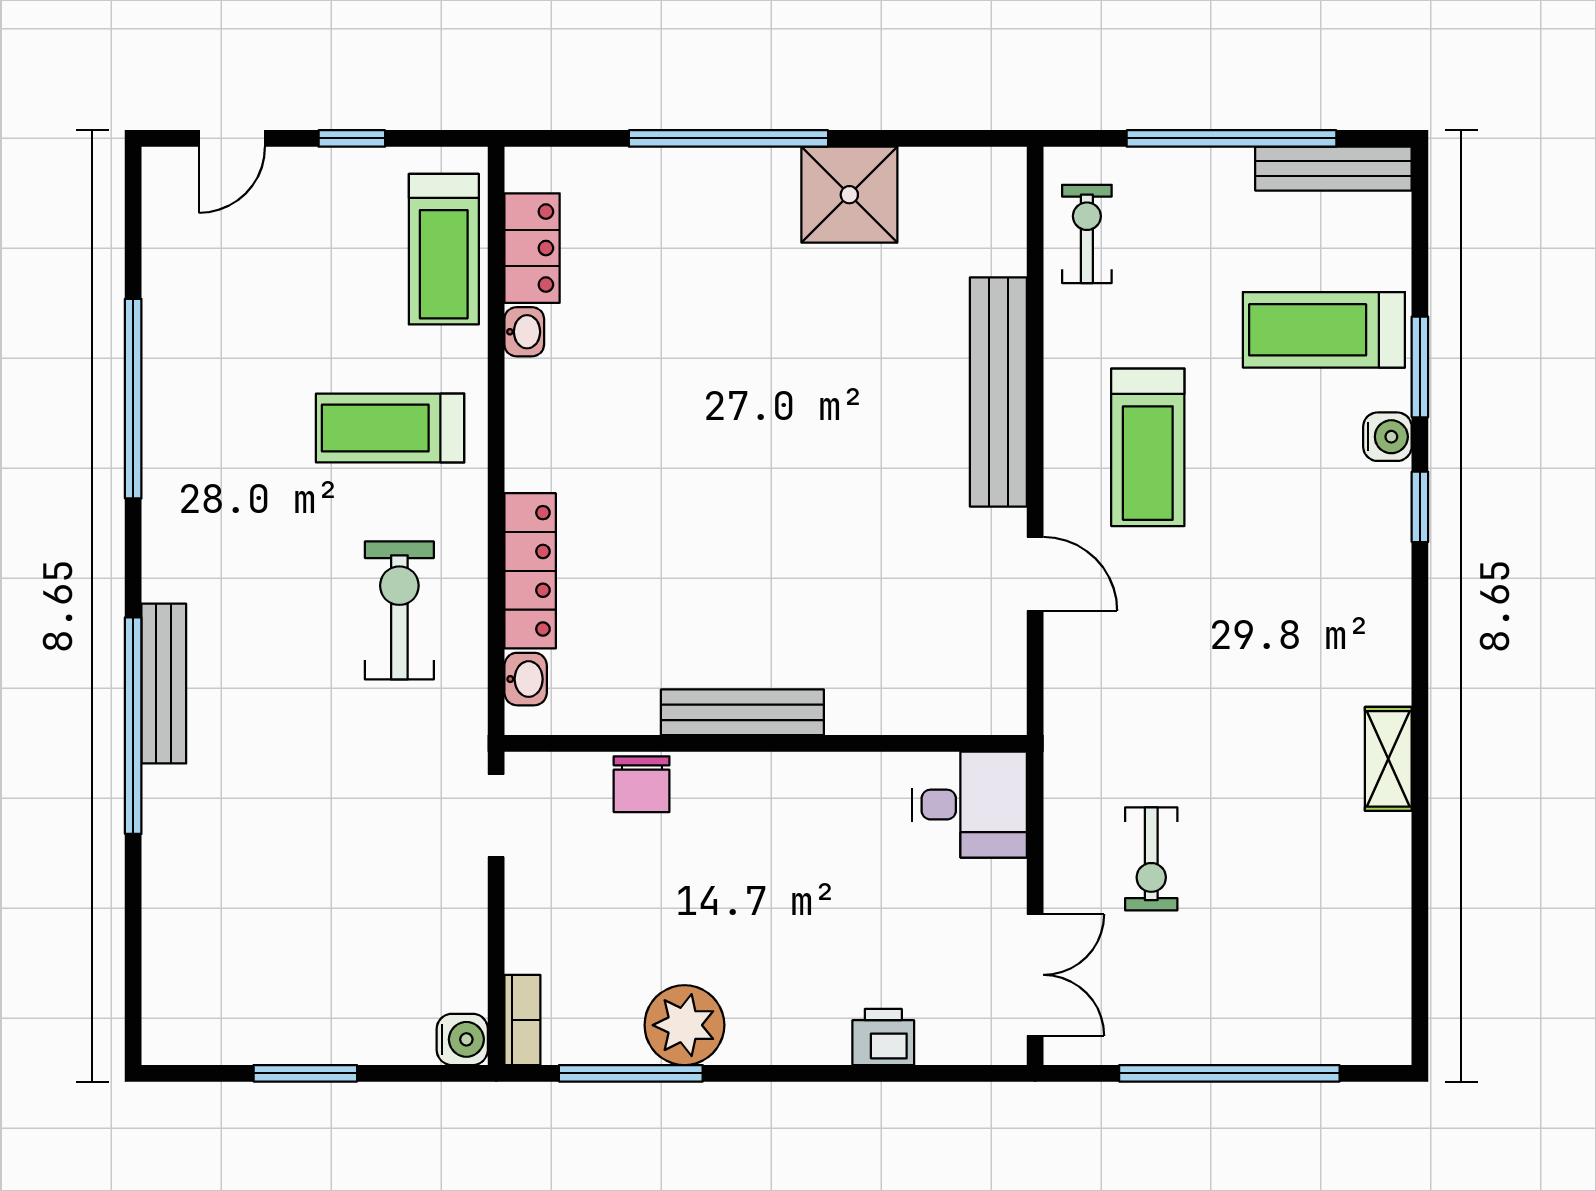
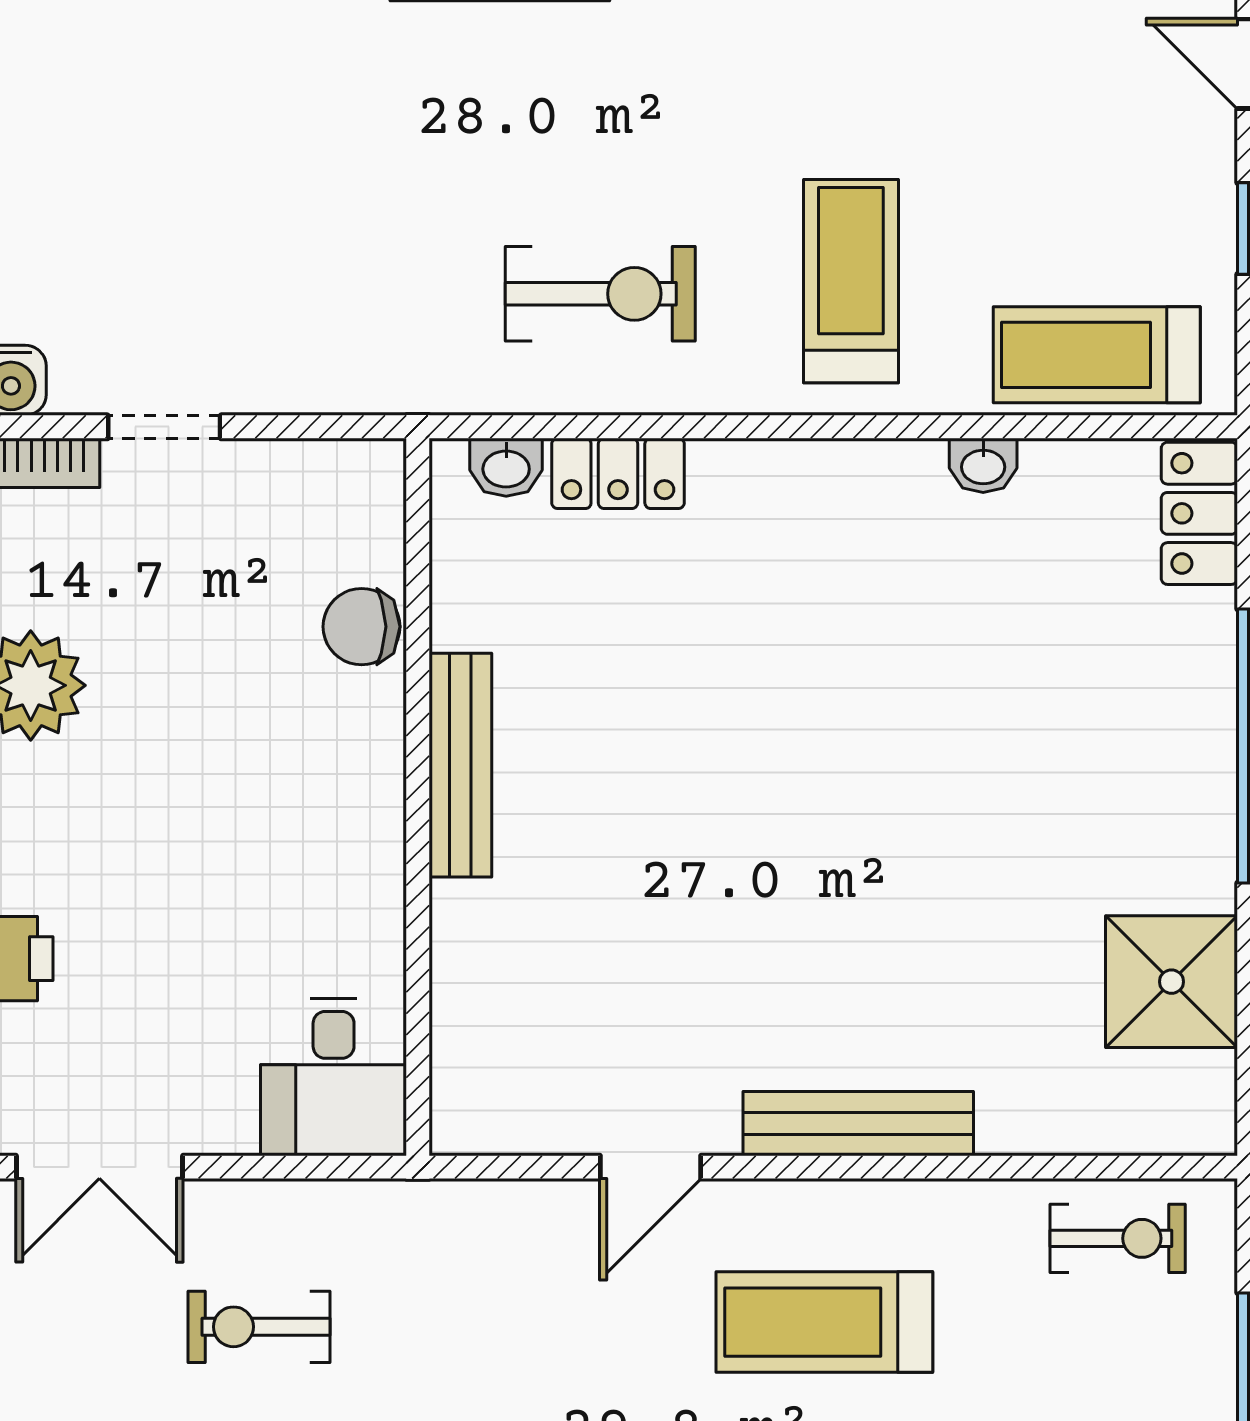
shower: (849, 195) -> (1171, 982), moved
locker: (532, 248) -> (1199, 513), moved, turned 90
bench: (998, 392) -> (858, 1124), width x0.73, depth x0.82
locker: (530, 571) -> (618, 473), width x0.66
doorway: (496, 816) -> (164, 427), moved

